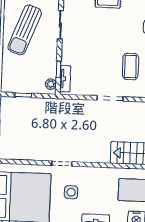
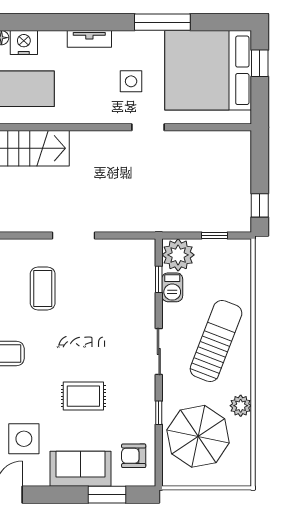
barbecue: (50, 64) -> (172, 287), added
tv unit: (65, 79) -> (147, 265), removed
plant: (51, 84) -> (178, 255), width x1.88, depth x1.88

